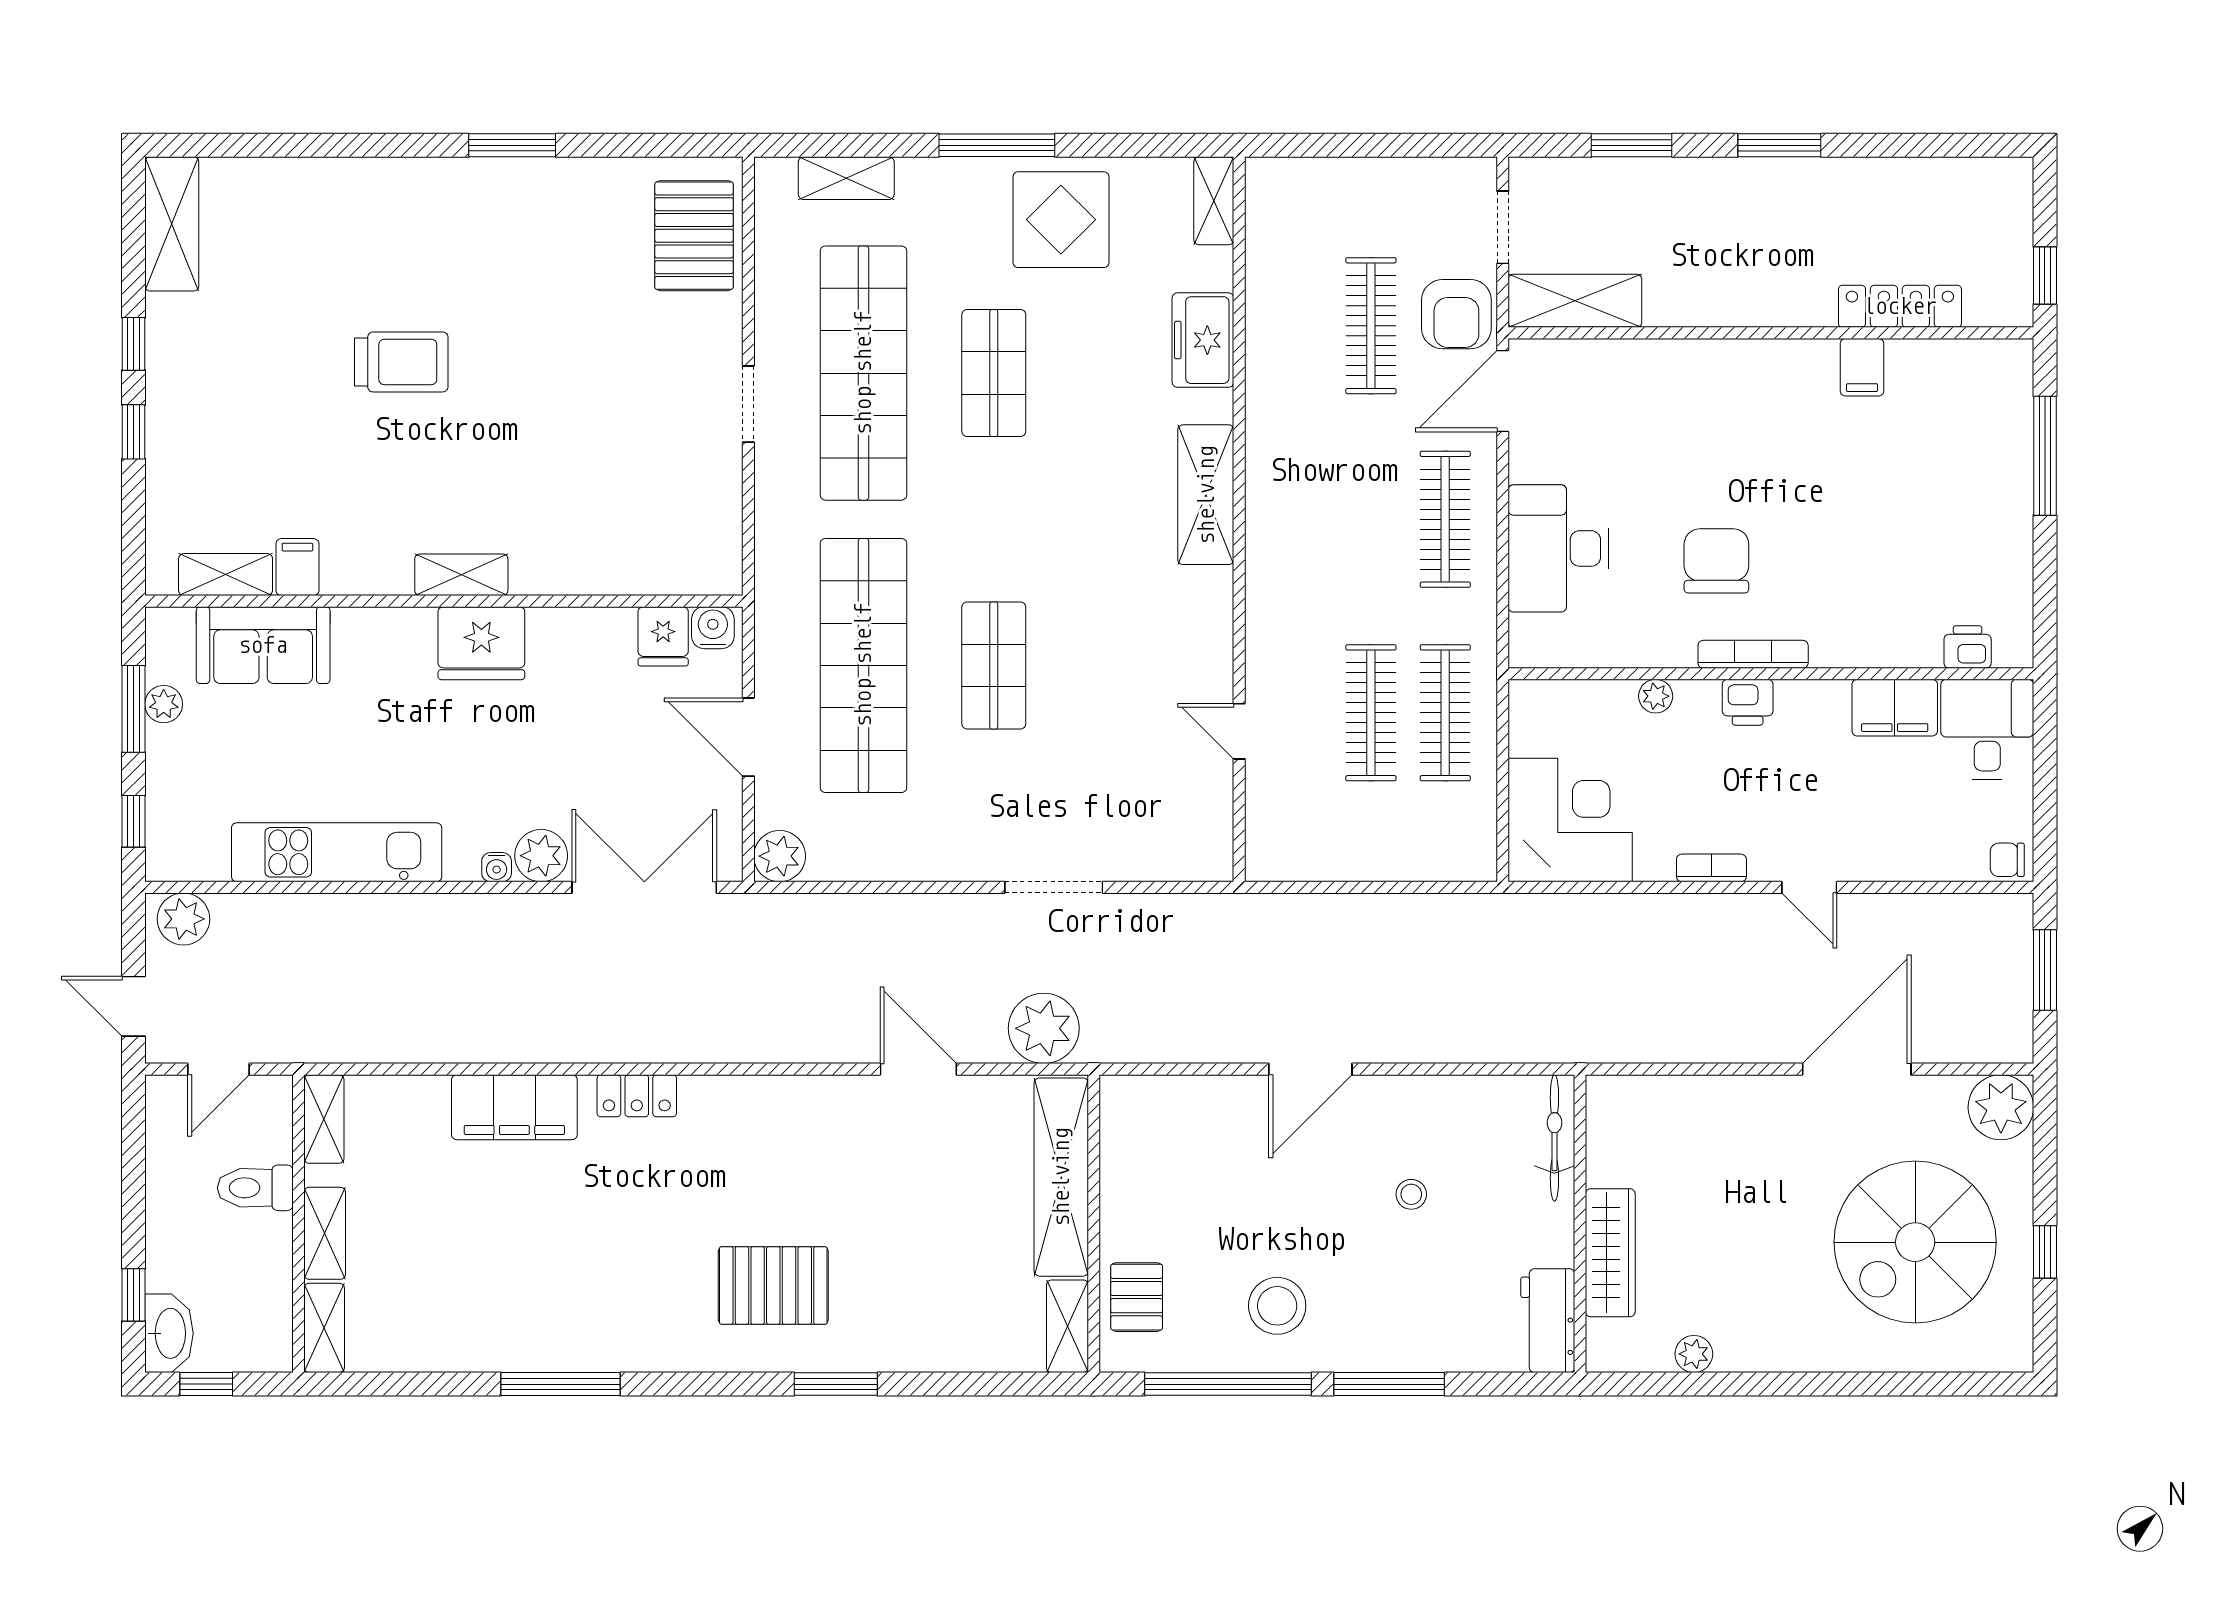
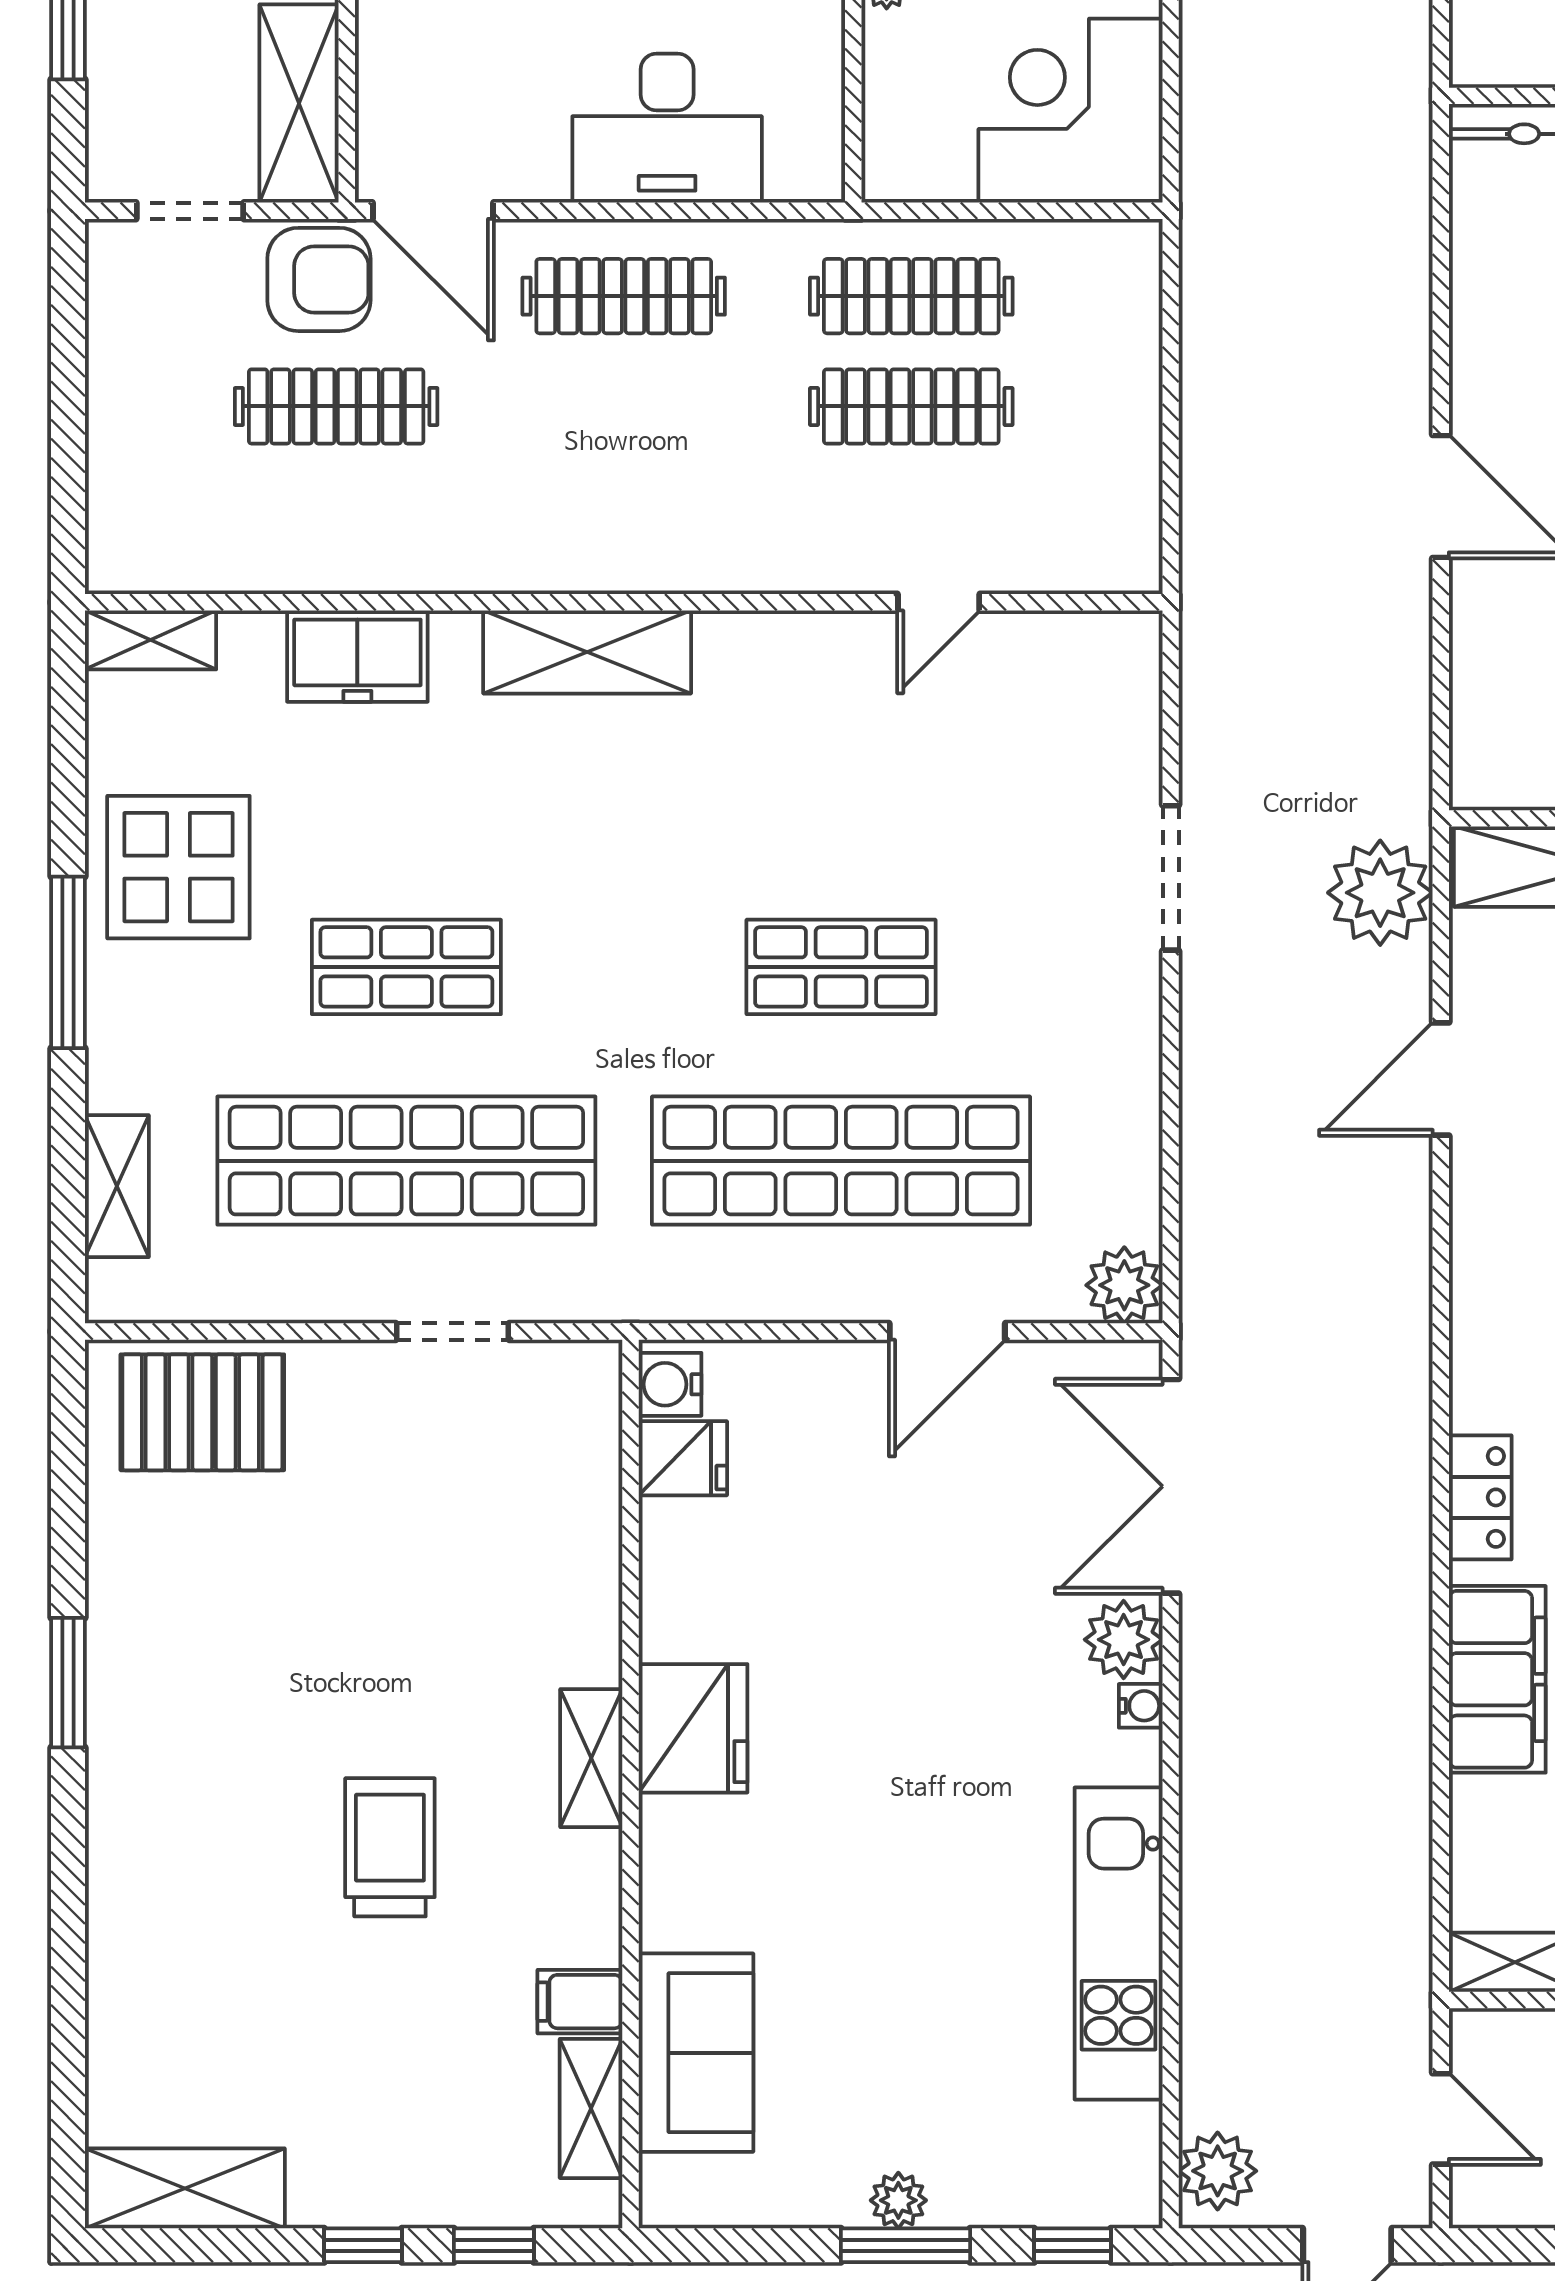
filing cabinet: (297, 567) -> (580, 2002), moved
shelving: (226, 575) -> (591, 2108), moved
shelving: (461, 575) -> (591, 1758), moved
wall: (444, 601) -> (630, 1784), moved
water cooler: (713, 628) -> (670, 1384), moved
fridge: (663, 636) -> (683, 1458), moved
fridge: (481, 643) -> (693, 1728), moved
sofa: (263, 645) -> (696, 2053), moved

